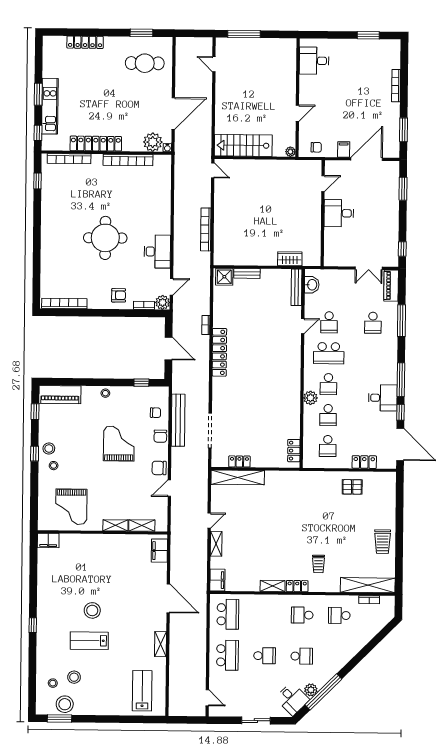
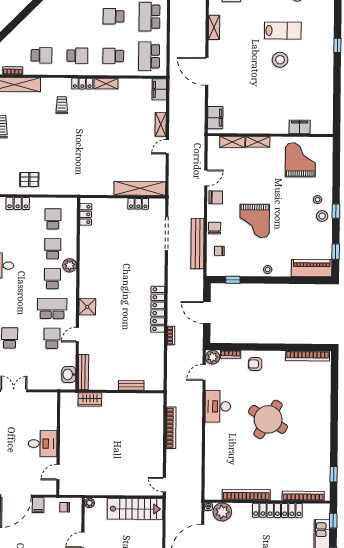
round table: (105, 238) -> (268, 419), turned 31
shower: (224, 277) -> (87, 307), moved
filing cabinet: (48, 540) -> (300, 127), moved
school desk: (302, 656) -> (113, 56), moved

